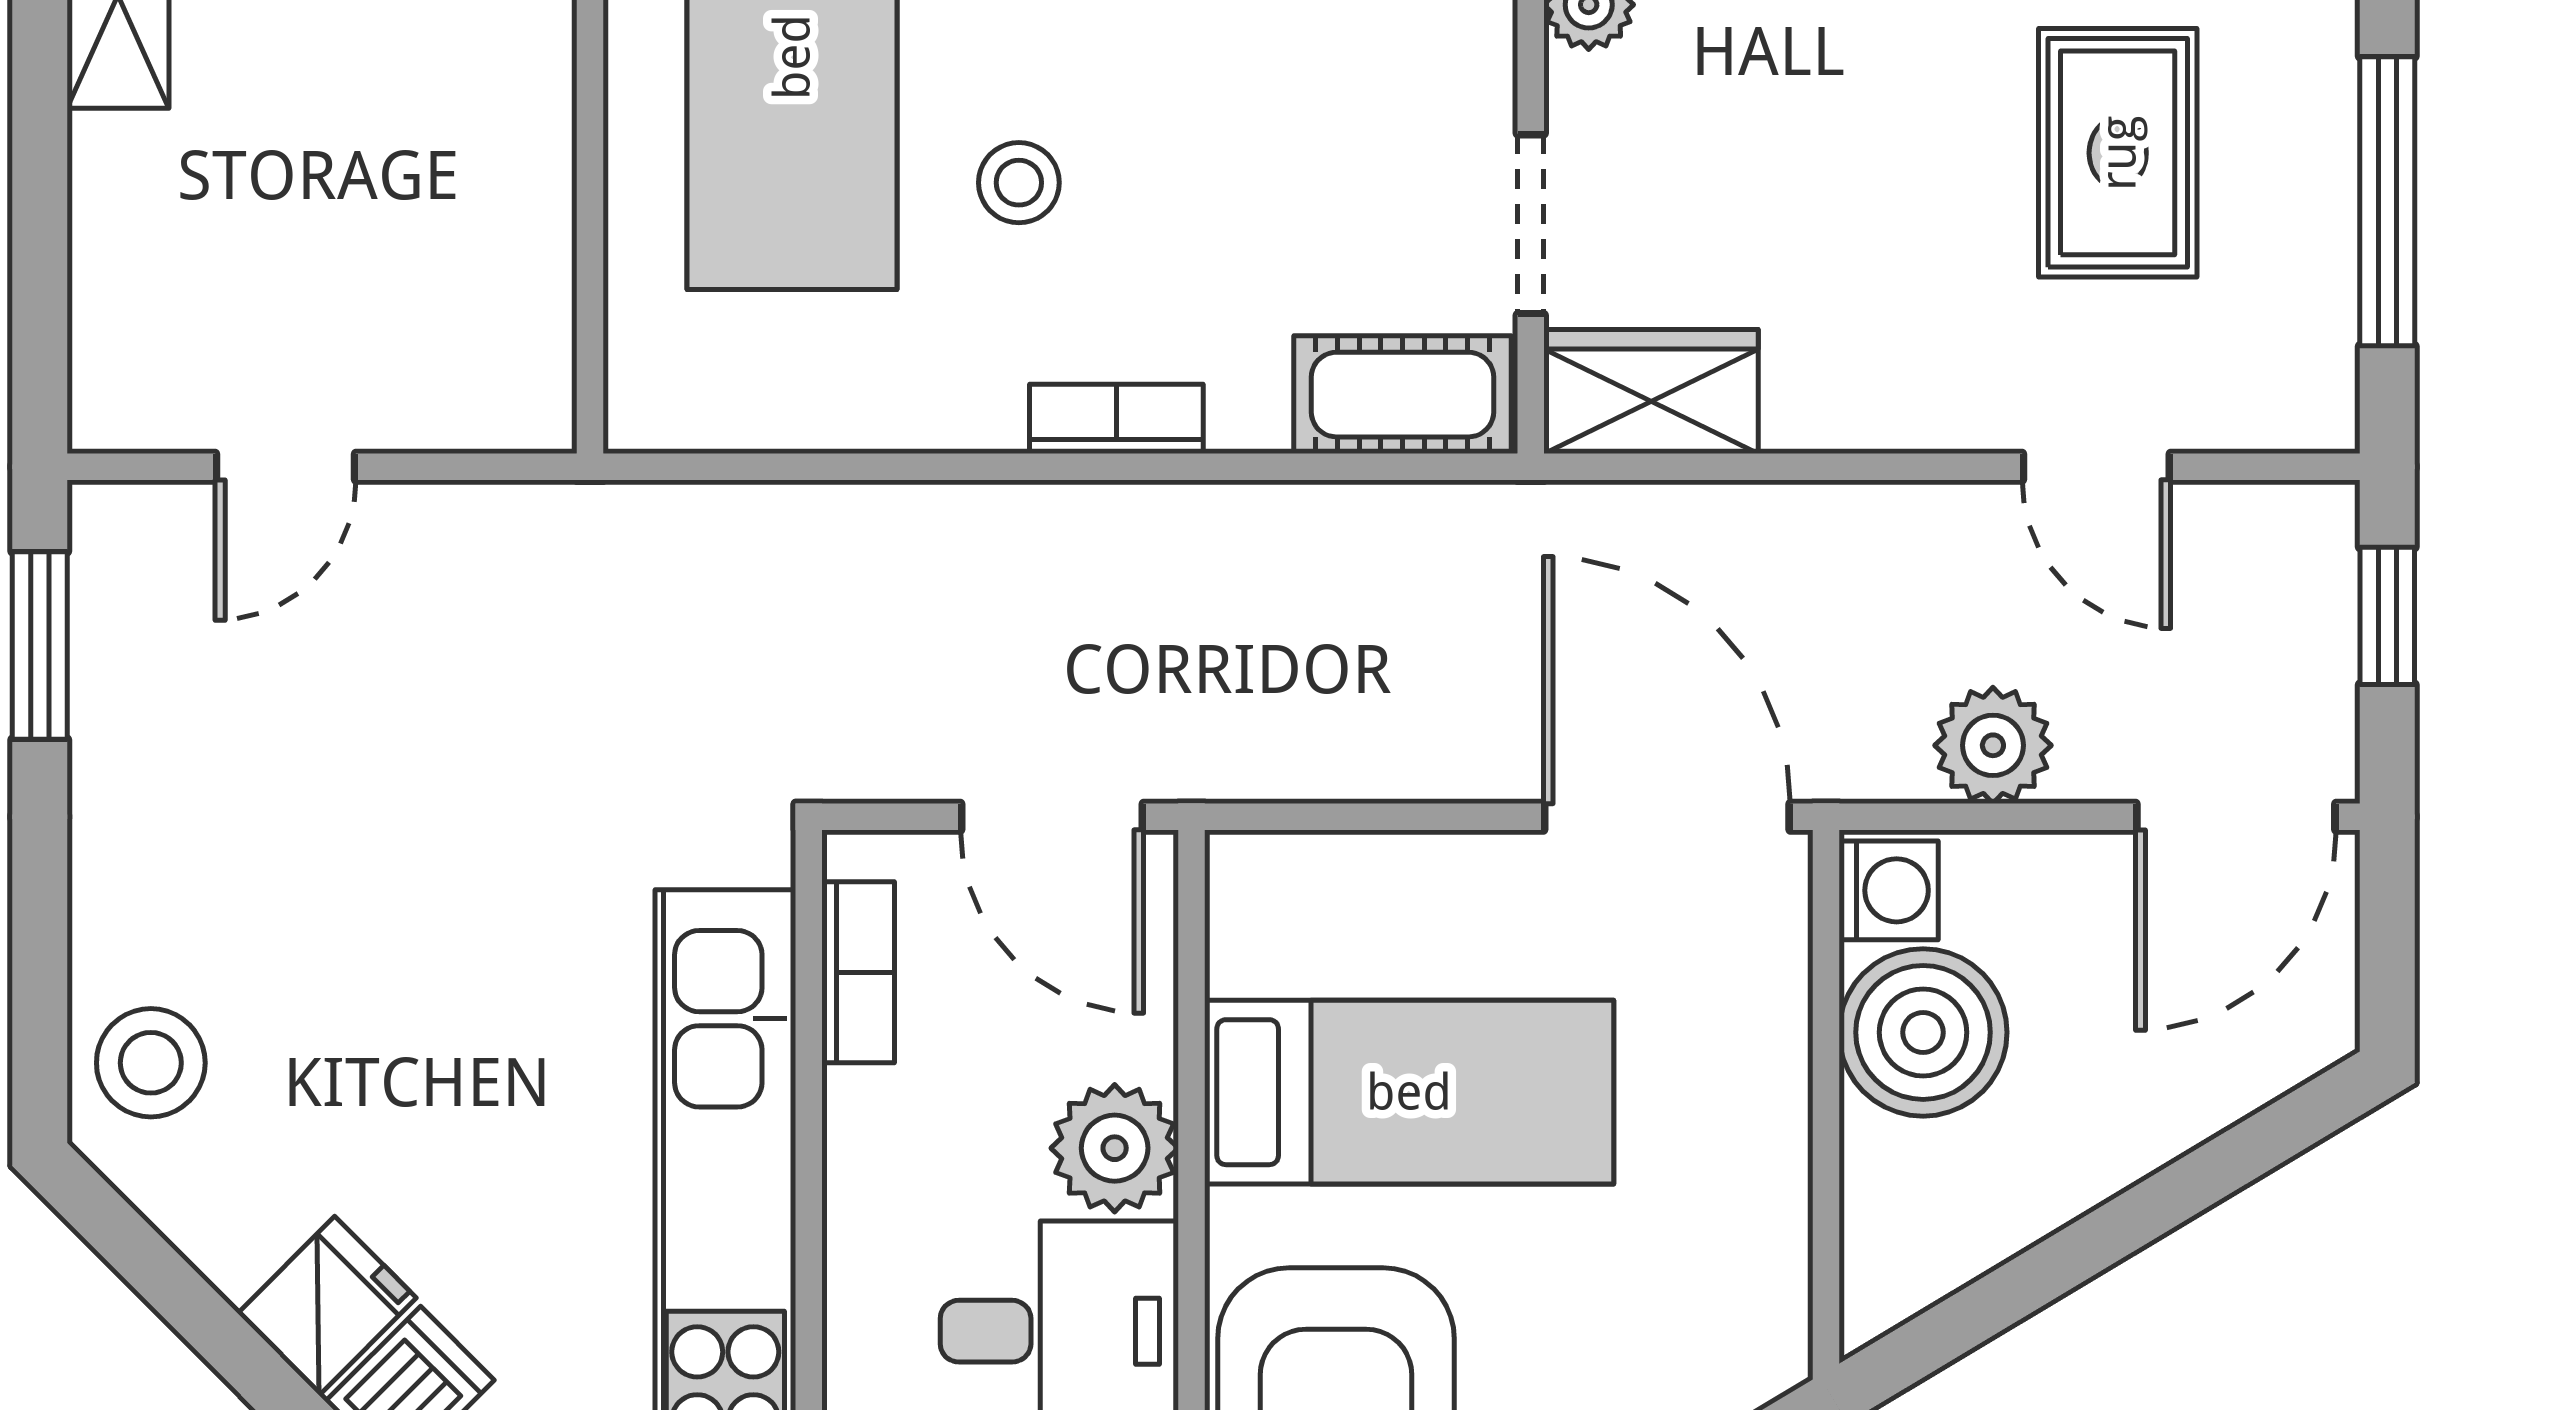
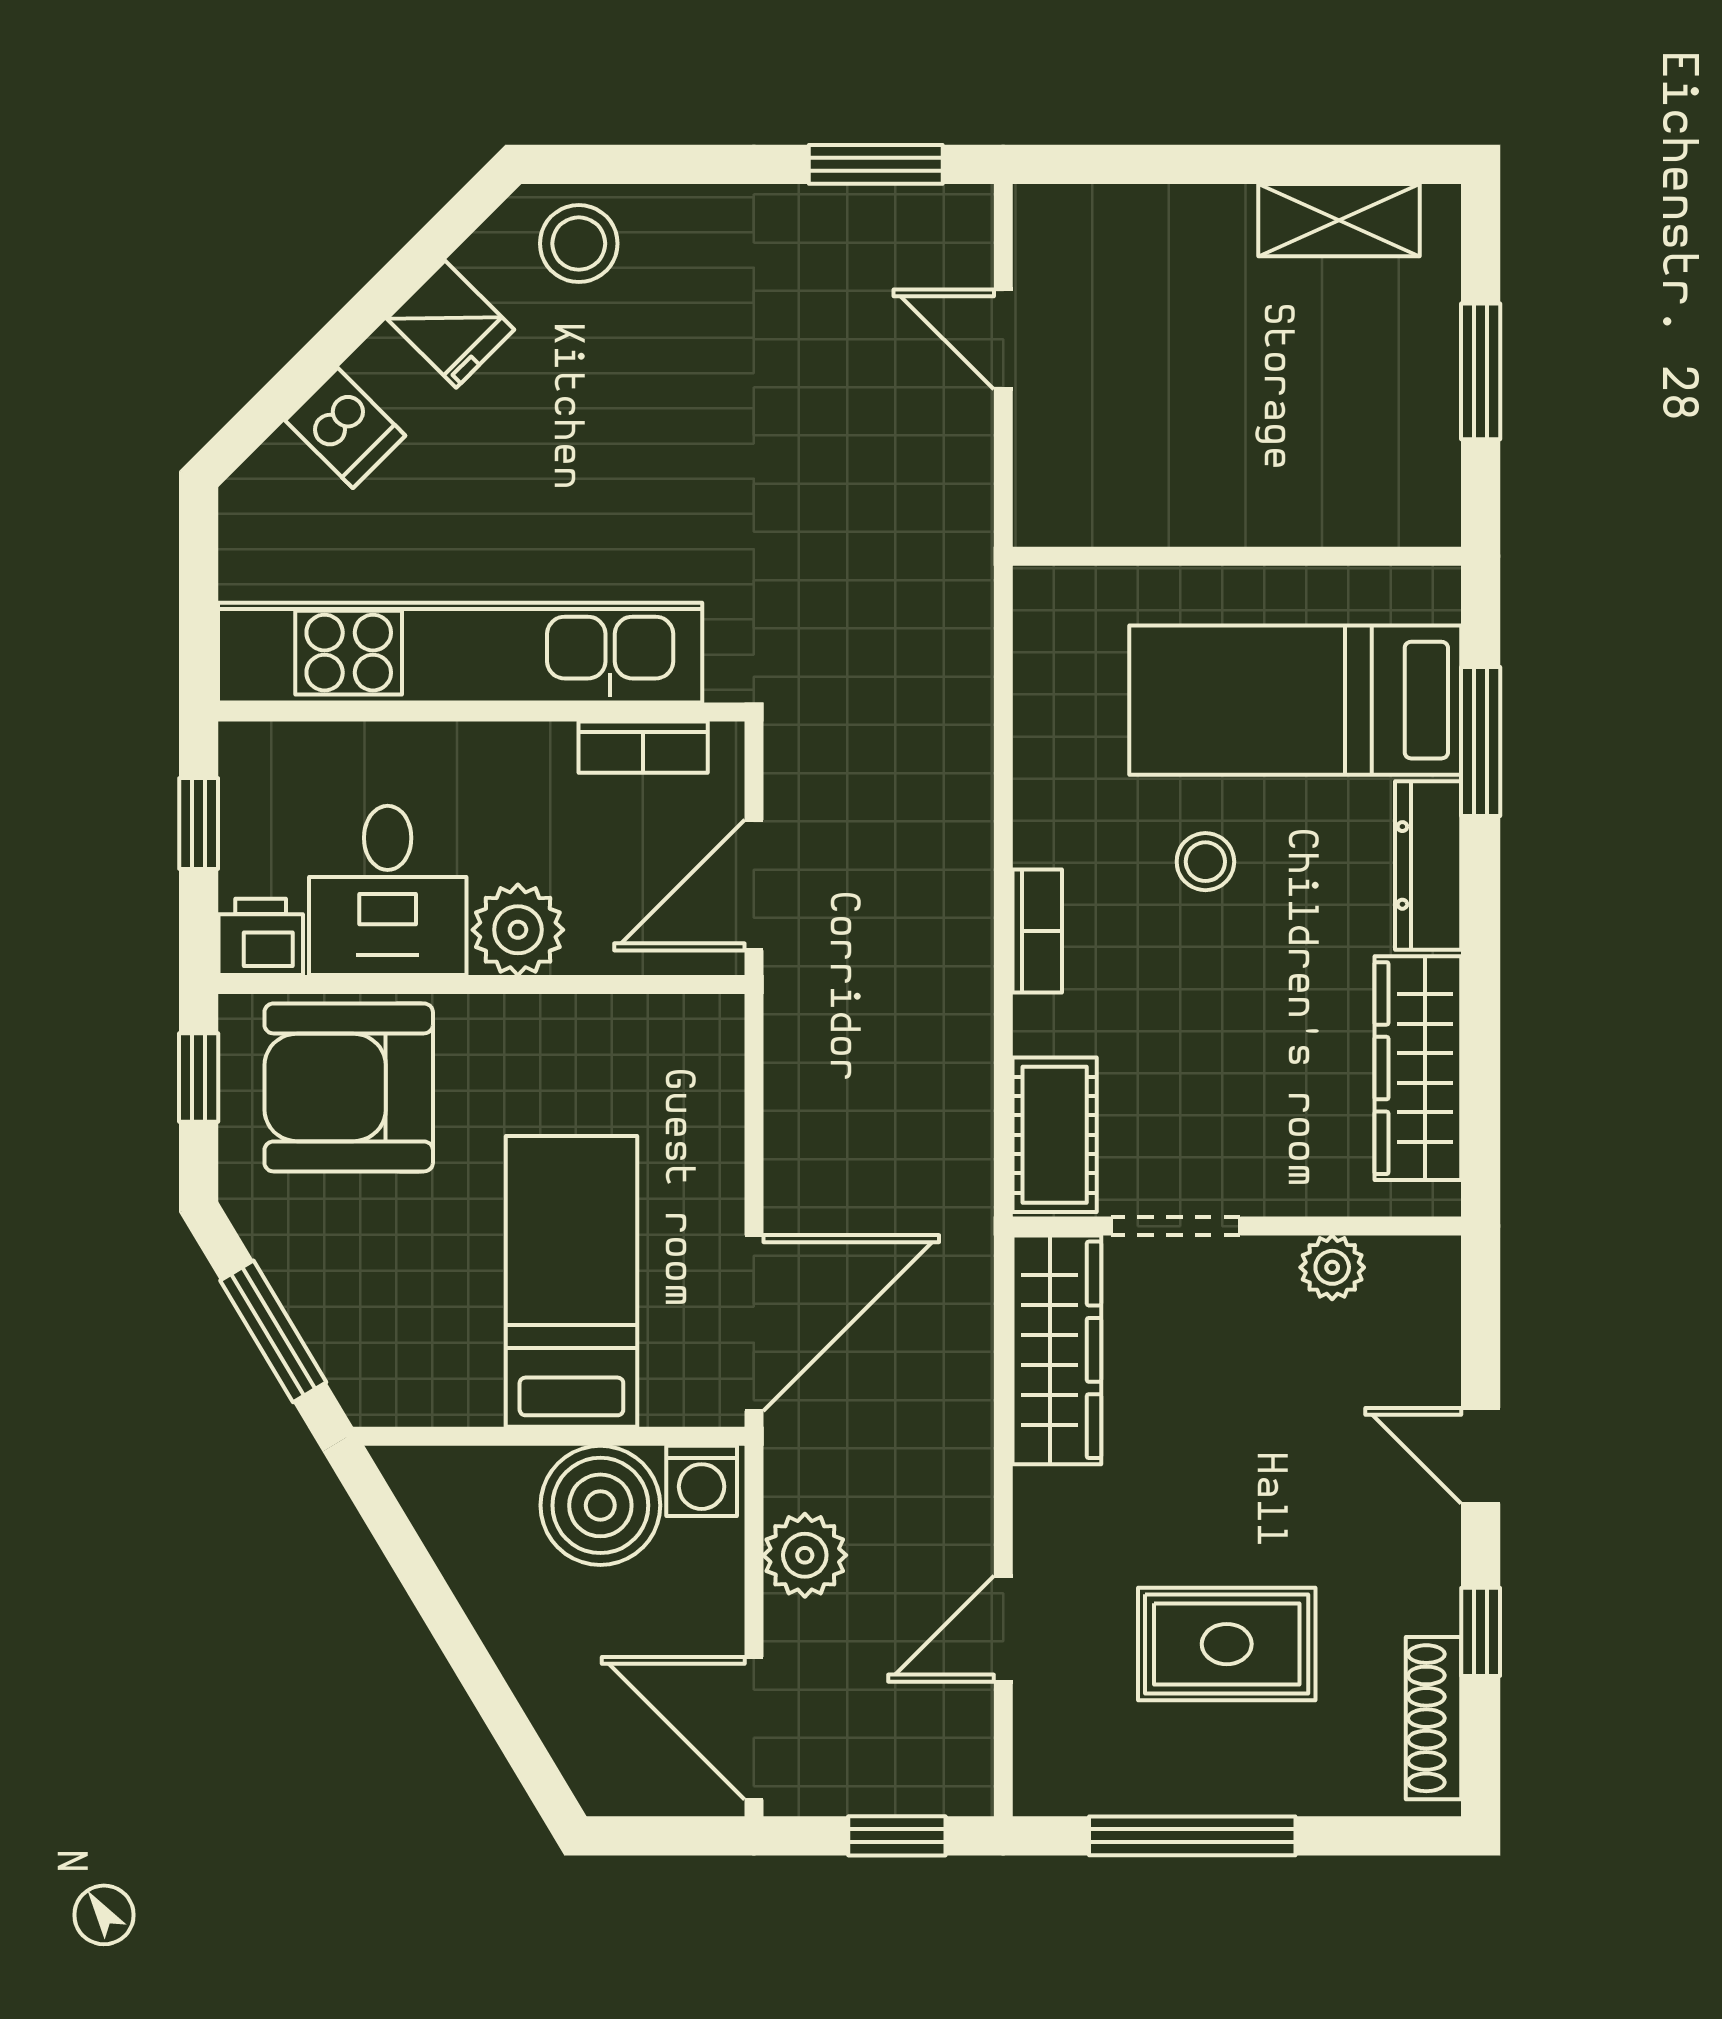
wardrobe: (1651, 391) -> (1057, 1350), width x1.50
bed: (1409, 1092) -> (571, 1281), moved, turned 180
fridge: (327, 1306) -> (451, 324), moved

